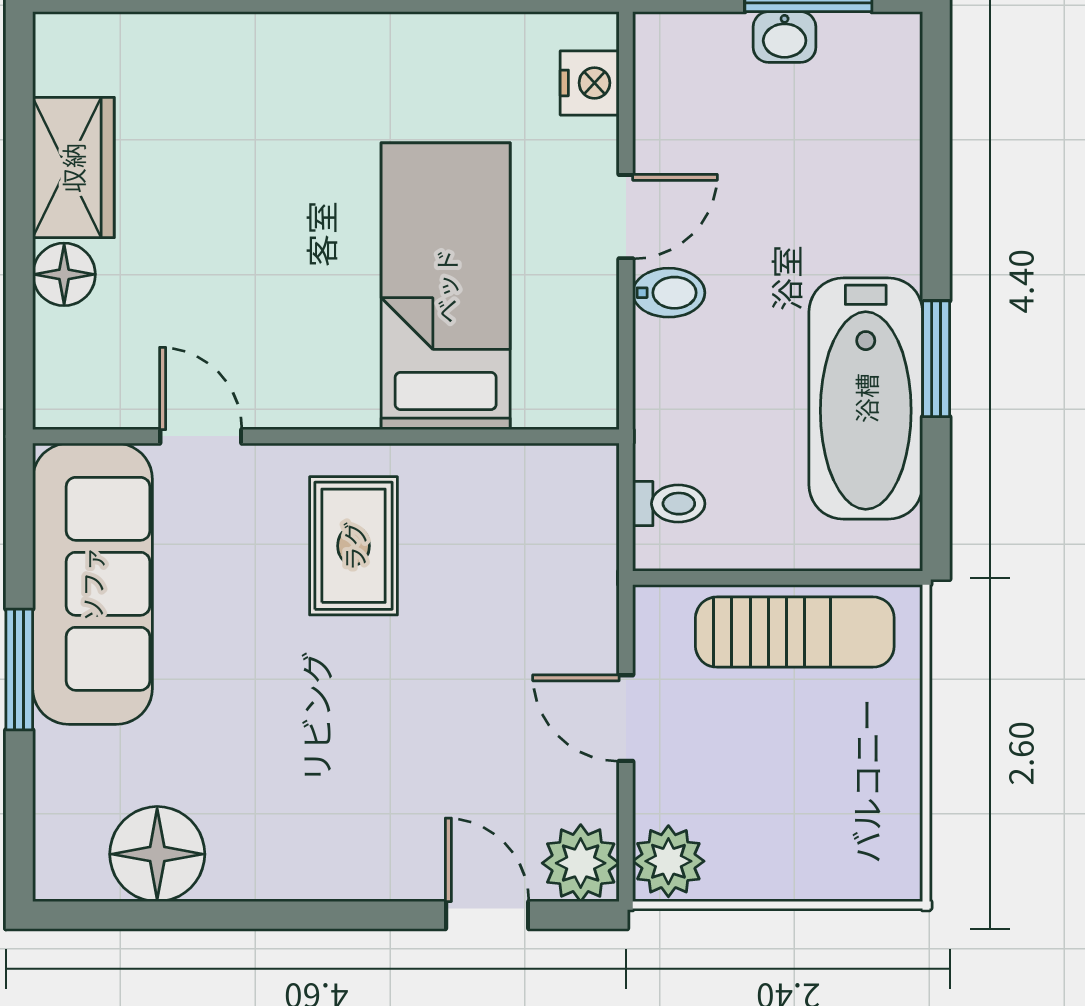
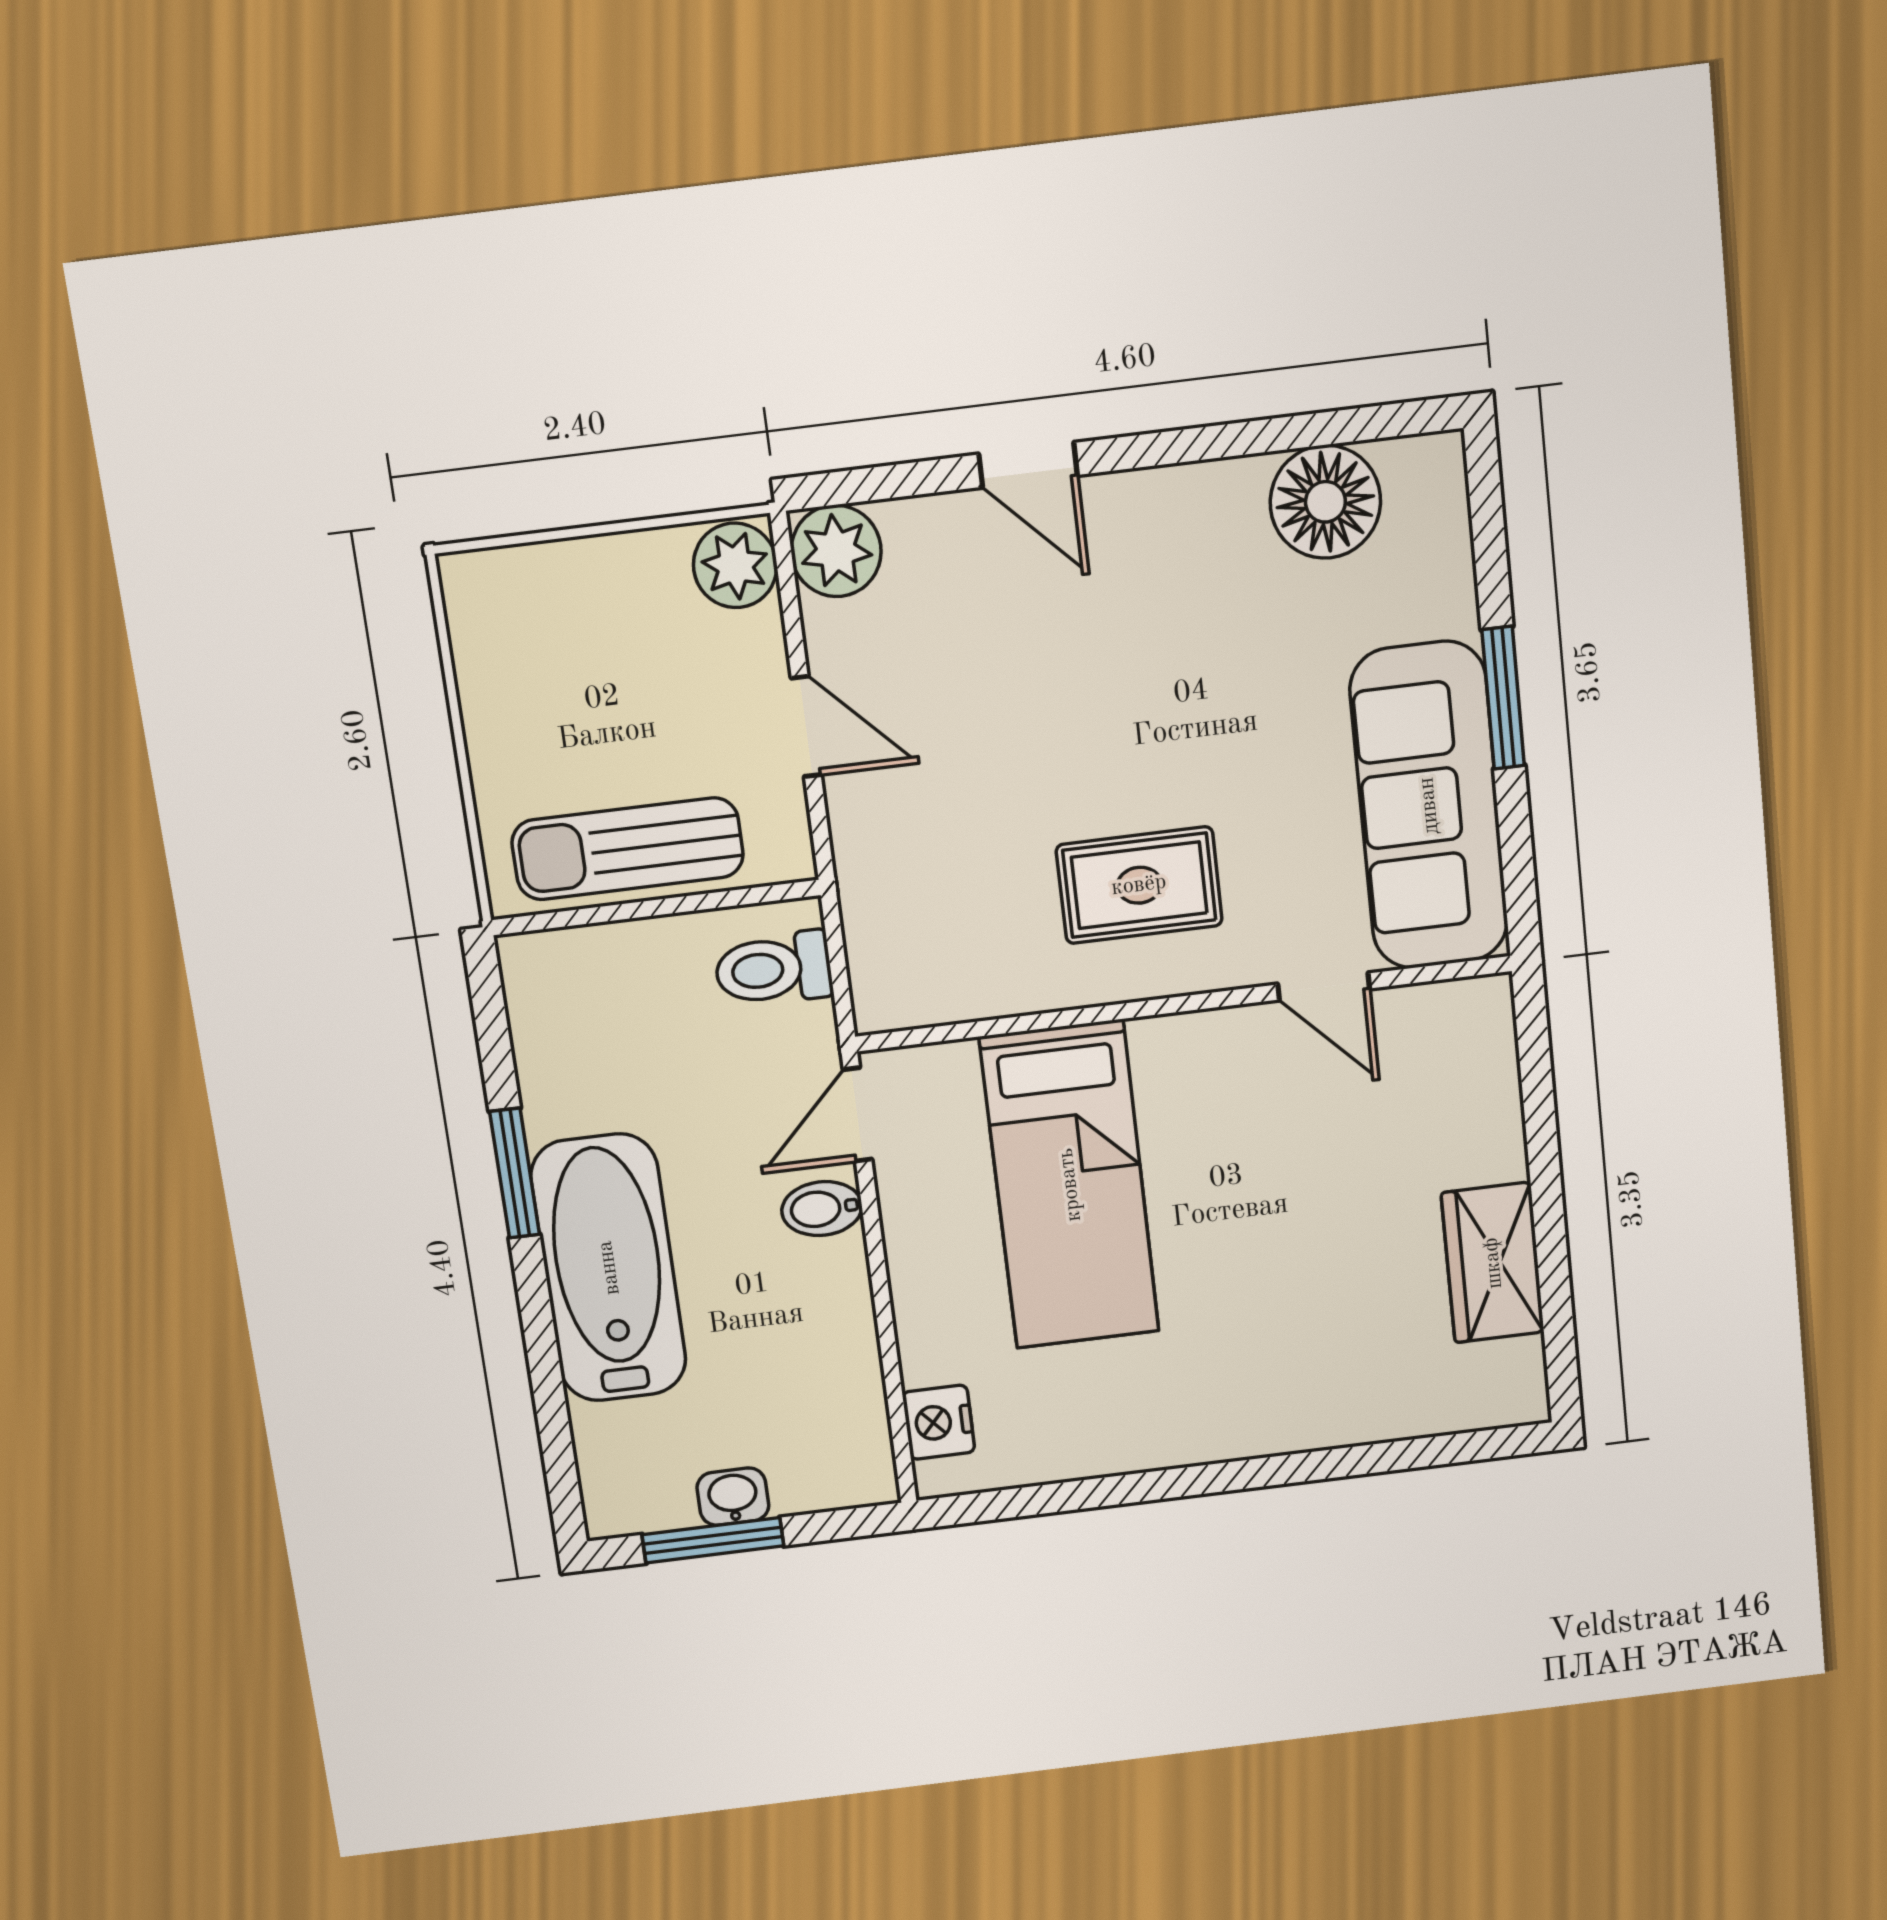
door: (626, 217) -> (858, 1115), moved
floor lamp: (64, 274) -> (1493, 1146), removed
bathtub: (866, 398) -> (609, 1268), moved
toilet: (669, 504) -> (773, 969), width x1.37, depth x1.39
rug: (354, 546) -> (1139, 885), turned 90
door: (487, 915) -> (1028, 465), moved

